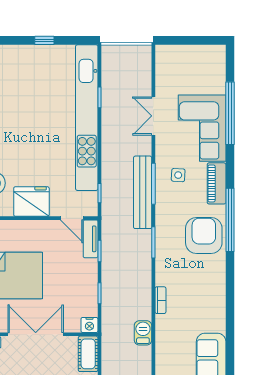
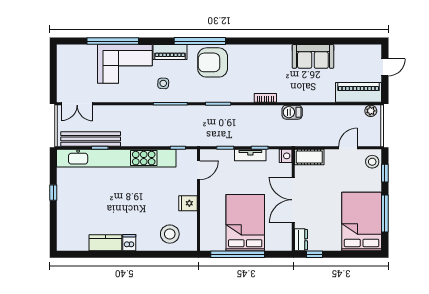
double door: (153, 116) -> (77, 104), moved
bench: (143, 192) -> (91, 139), moved
fridge: (31, 201) -> (188, 203), width x0.53, depth x0.75
tv unit: (91, 239) -> (250, 155), moved

